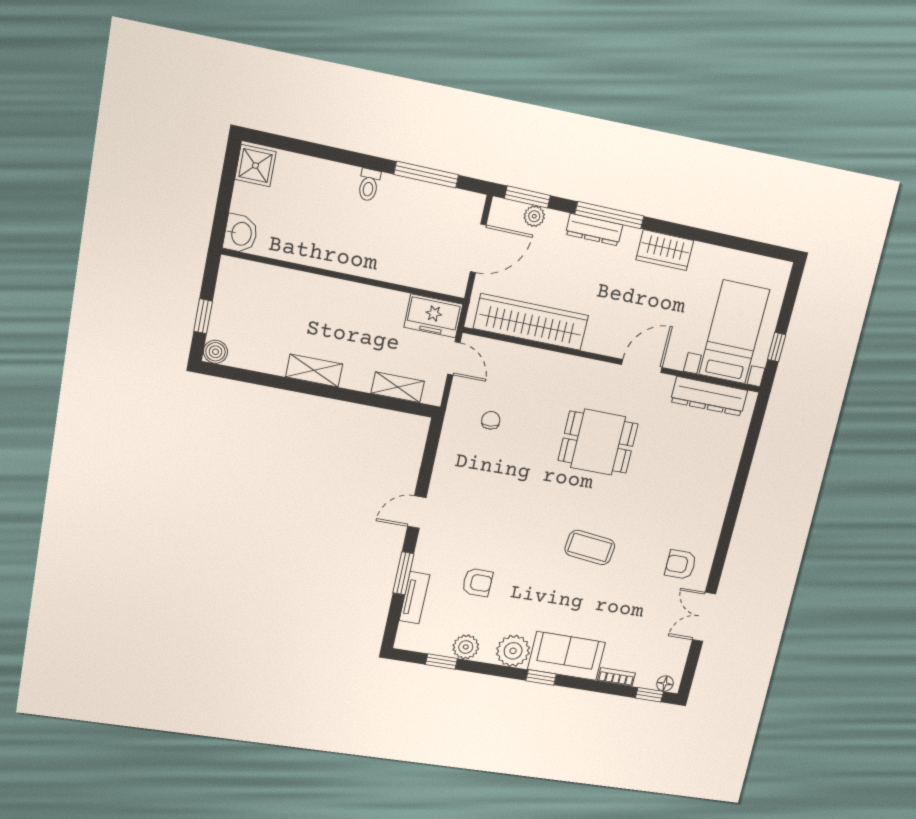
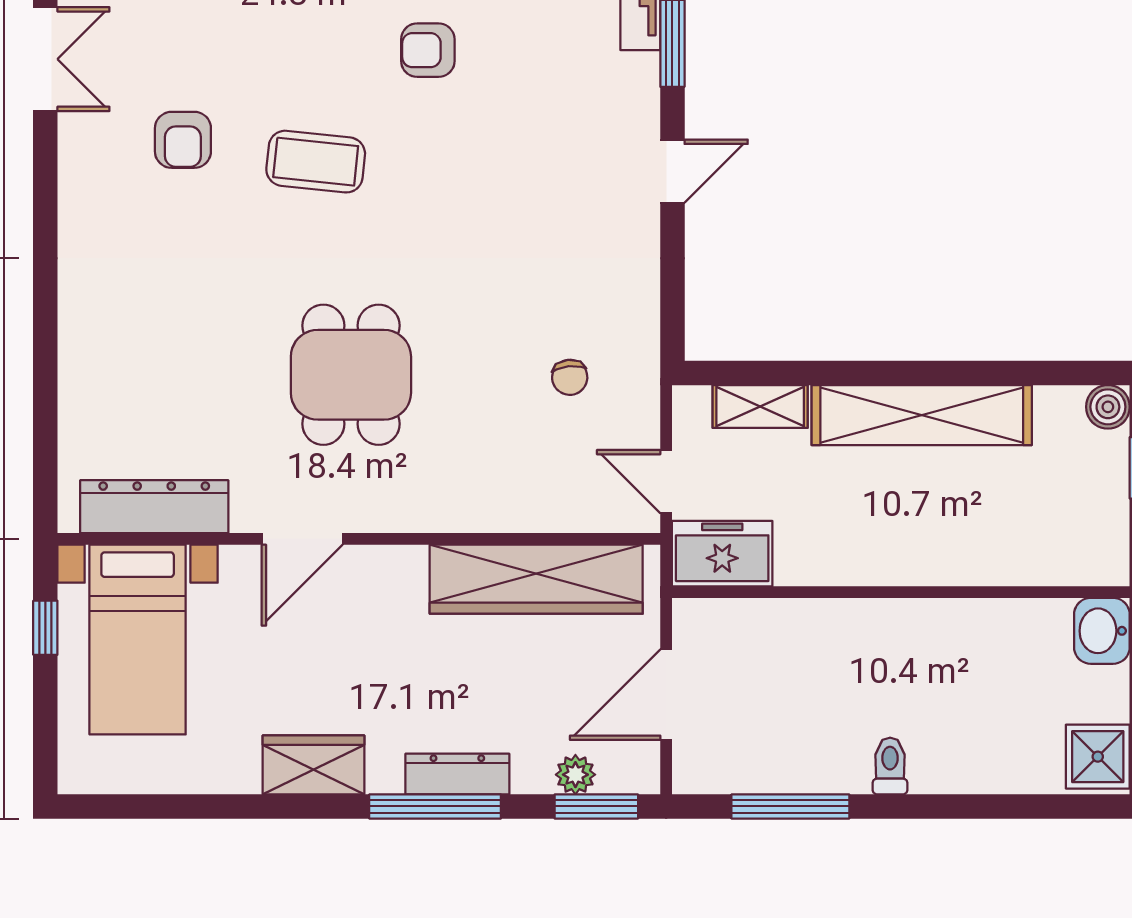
shelving: (314, 370) -> (922, 415), width x2.20, depth x1.33
dining table: (598, 442) -> (351, 375), turned 90
armchair: (681, 564) -> (183, 140), moved, turned 90
armchair: (477, 582) -> (428, 50), moved

